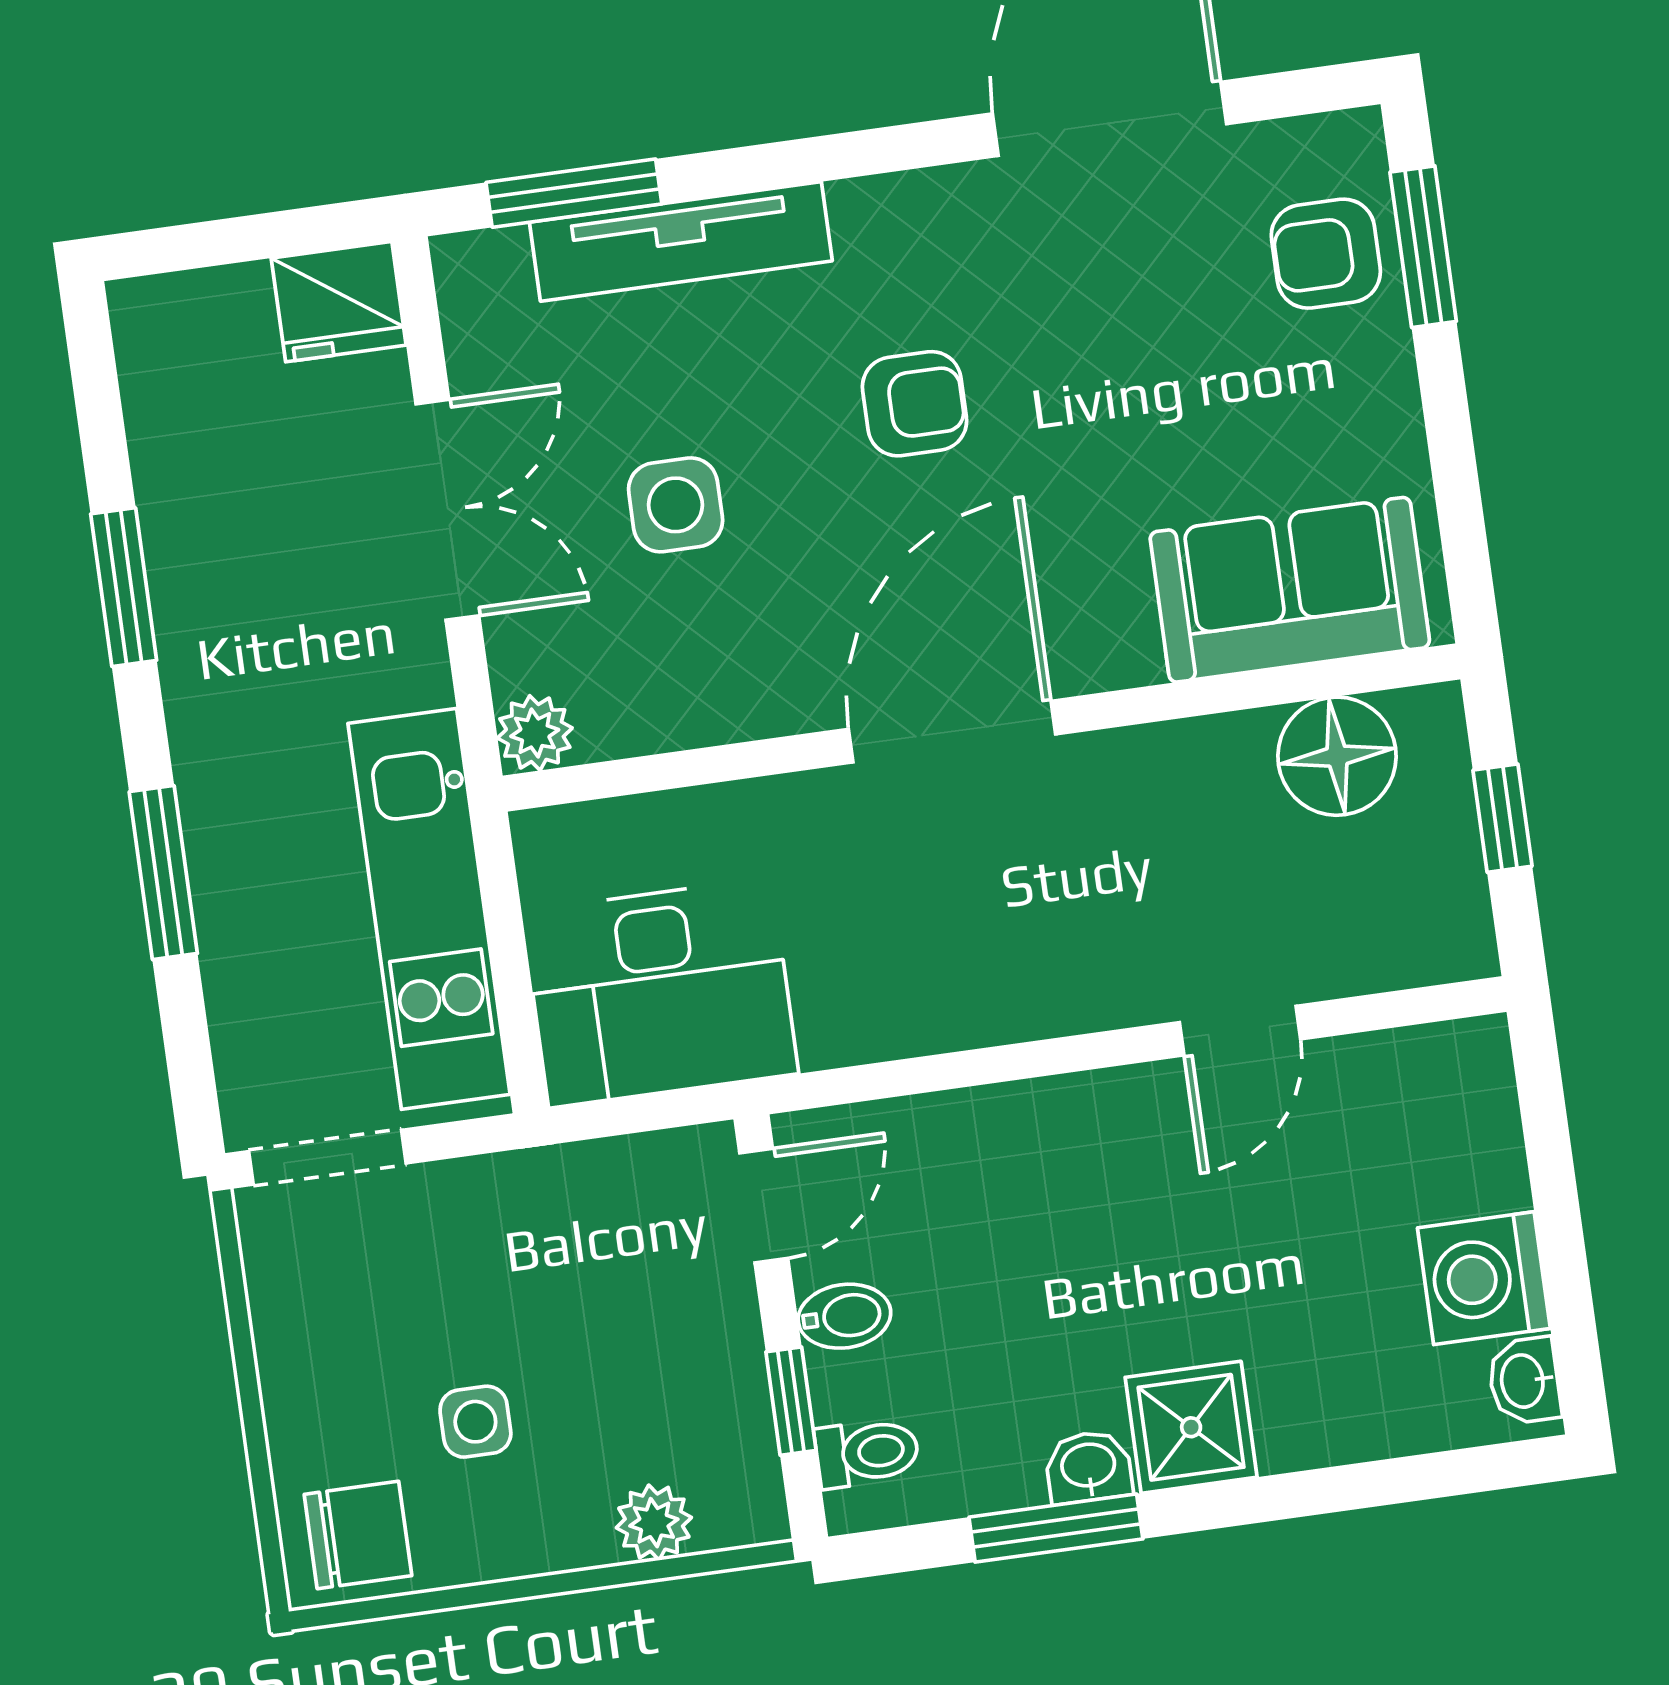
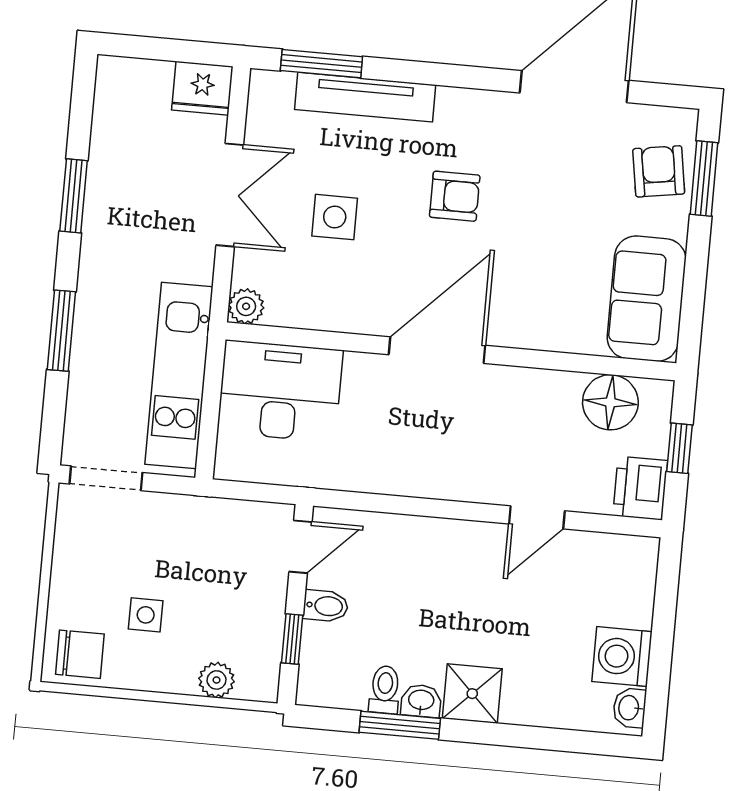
armchair: (1326, 254) -> (659, 171), turned 81
sofa: (1290, 590) -> (647, 299), moved, turned -90
printer: (1440, 920) -> (640, 488), added
desk: (660, 993) -> (280, 391), moved, turned 180
toilet: (867, 1453) -> (385, 690), moved, turned -90

